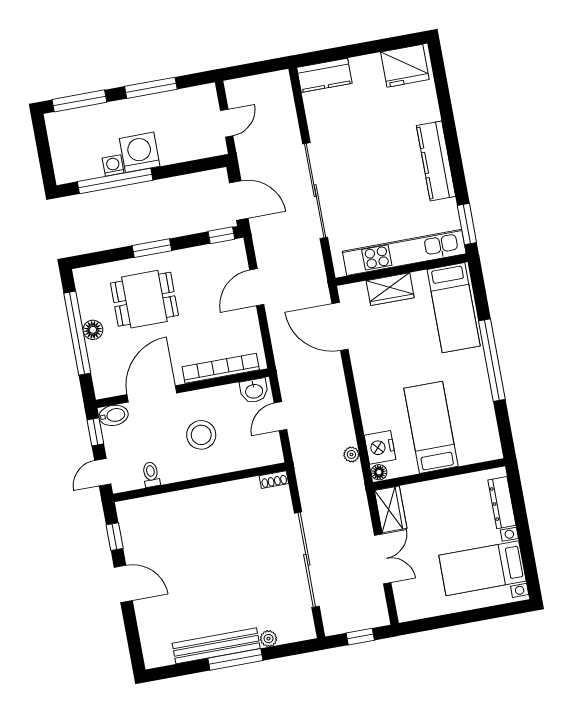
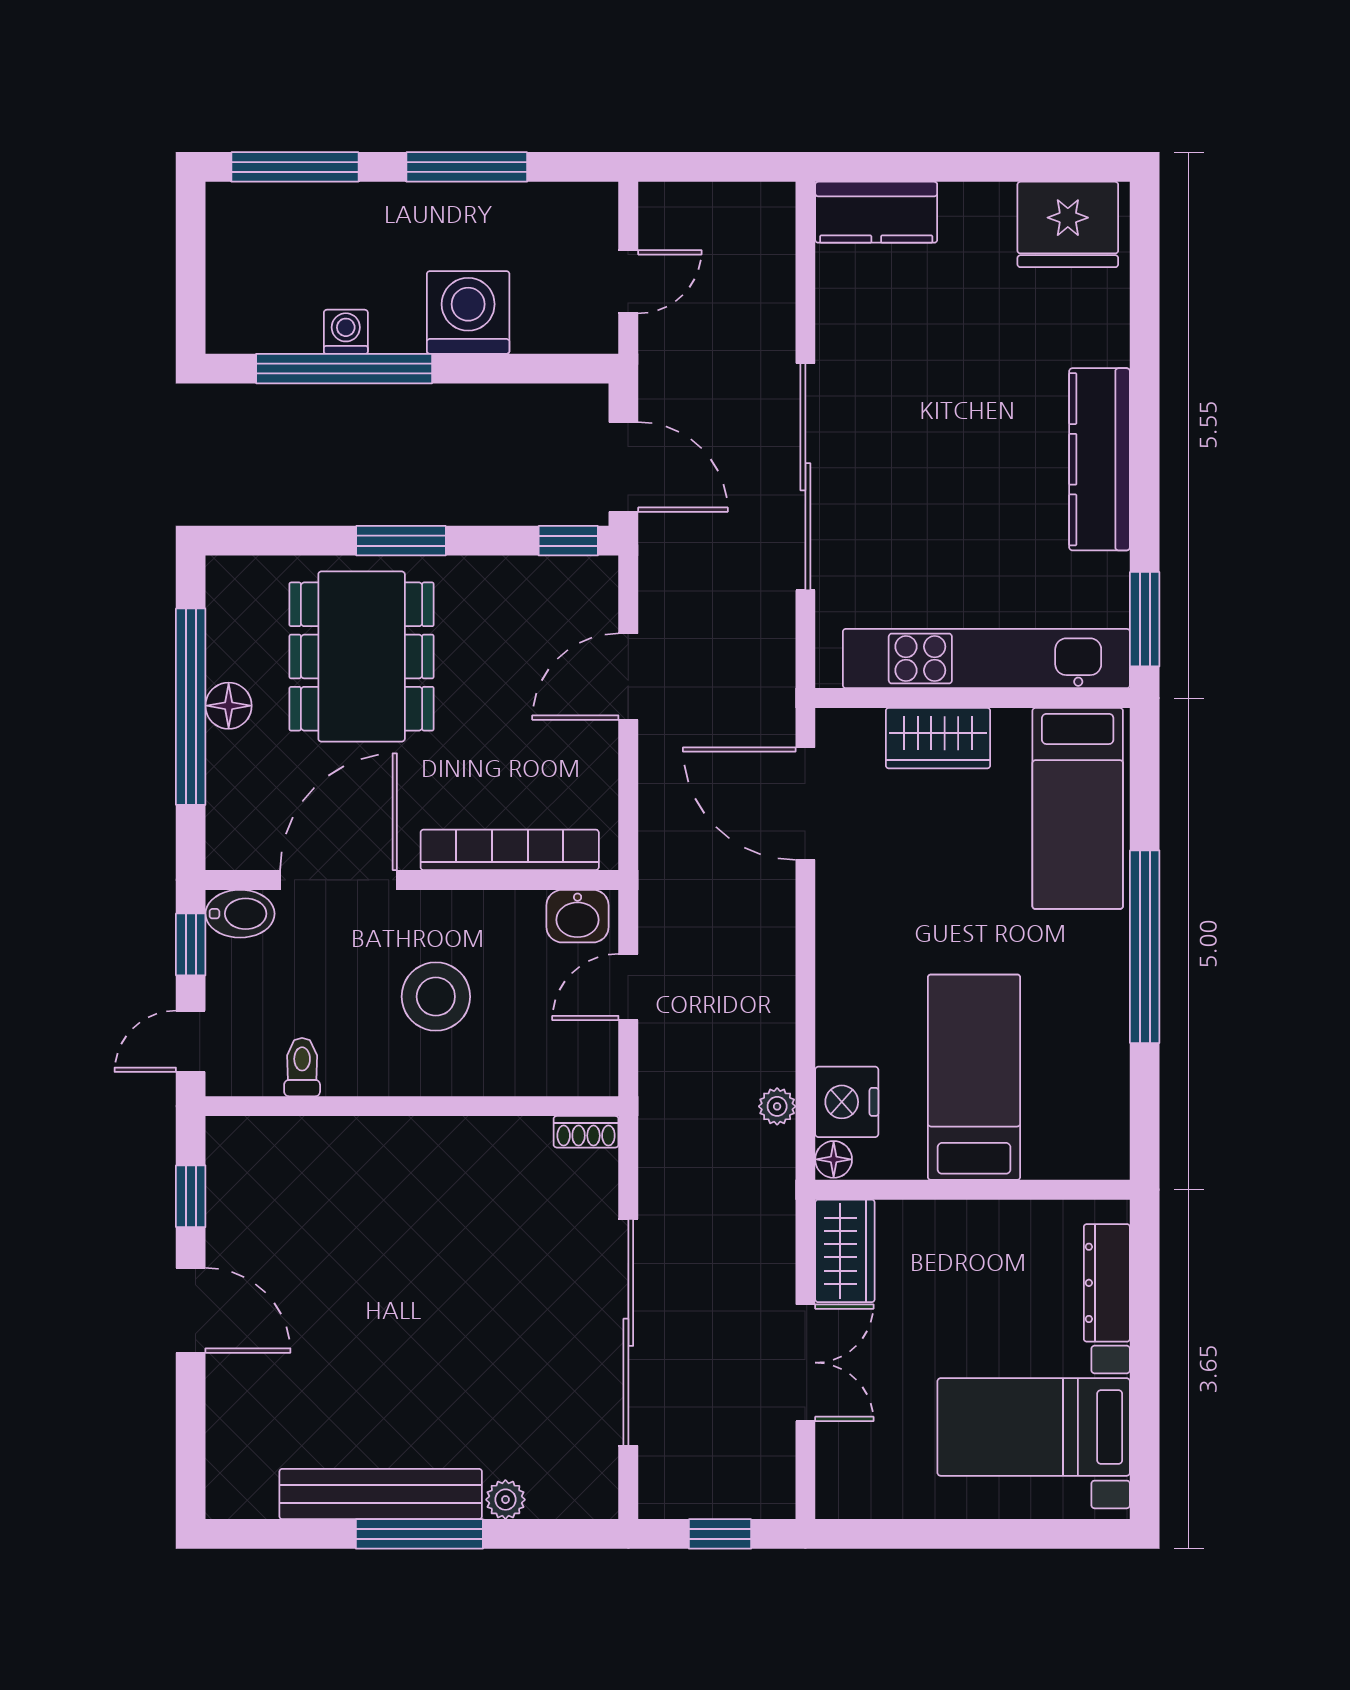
washing machine: (140, 152) -> (468, 312), moved
dining table: (144, 299) -> (362, 657), width x1.38

